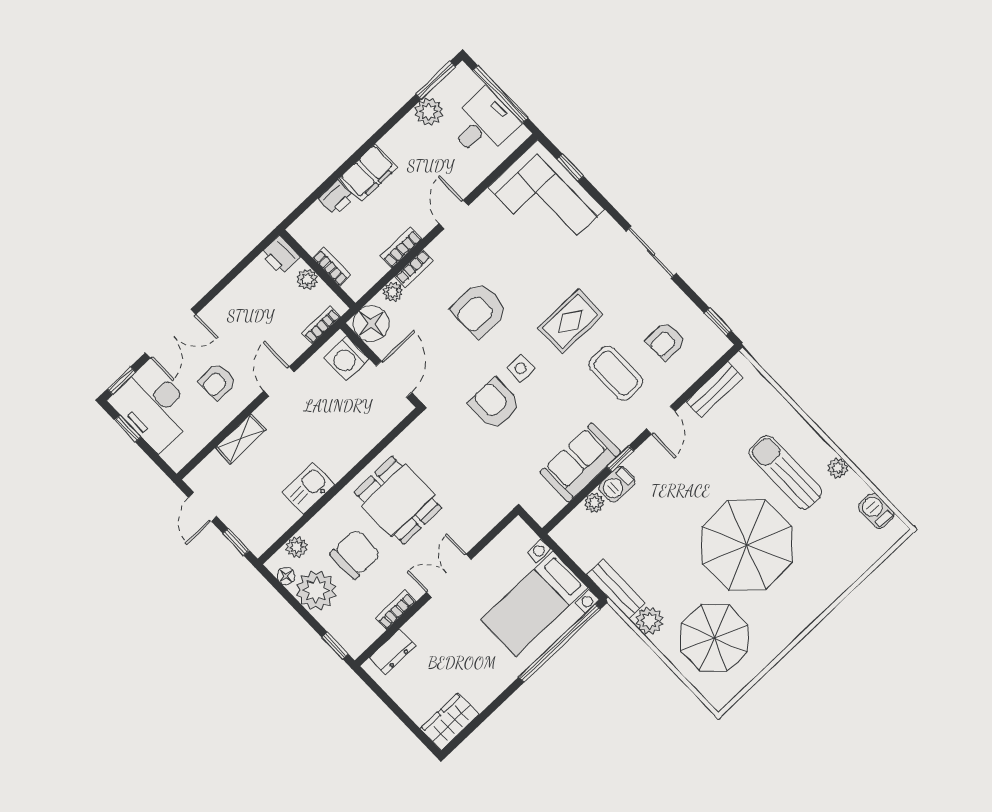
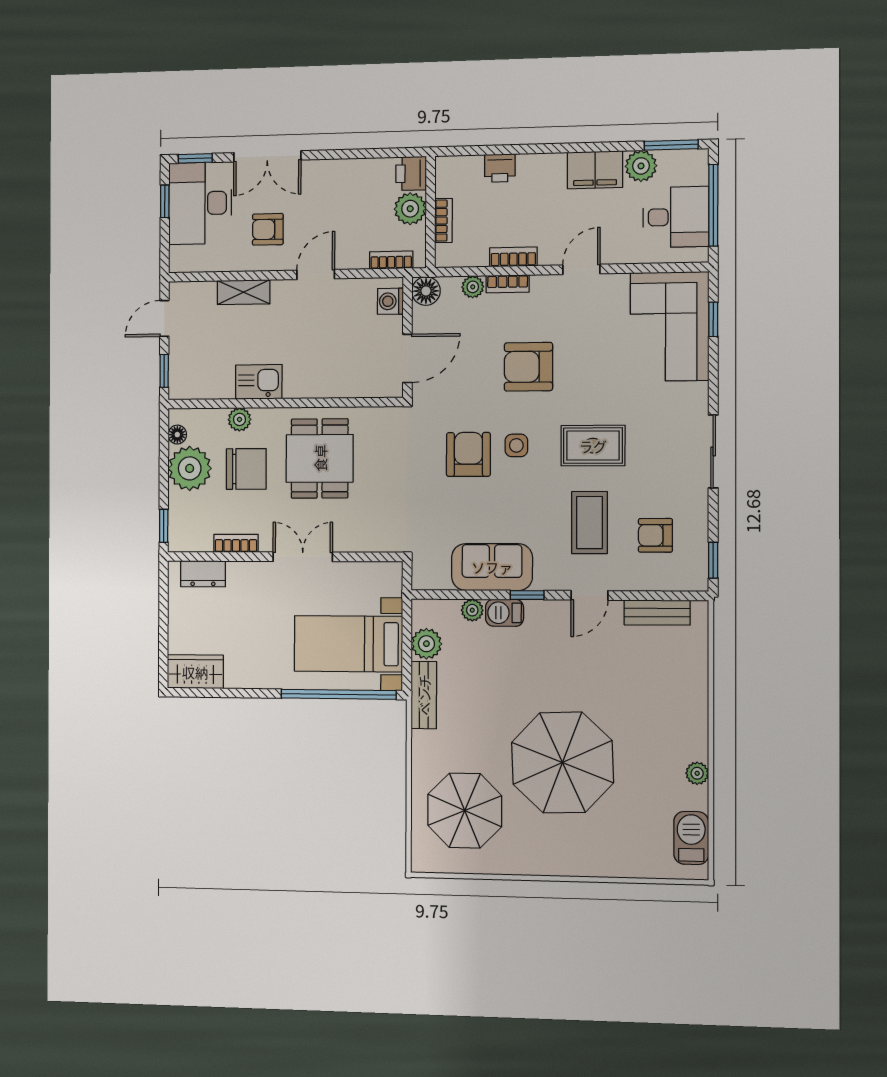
filing cabinet: (368, 173) -> (595, 170), moved
plant: (307, 279) -> (410, 209), width x1.38, depth x1.38
floor lamp: (371, 324) -> (426, 291), width x0.73, depth x0.73
washing machine: (346, 359) -> (390, 301), width x0.73, depth x0.73
sun lounger: (785, 472) -> (651, 735), removed
barbecue: (876, 511) -> (691, 838), width x1.38, depth x1.27
plant: (297, 547) -> (240, 419), moved
plant: (650, 621) -> (426, 644), moved

